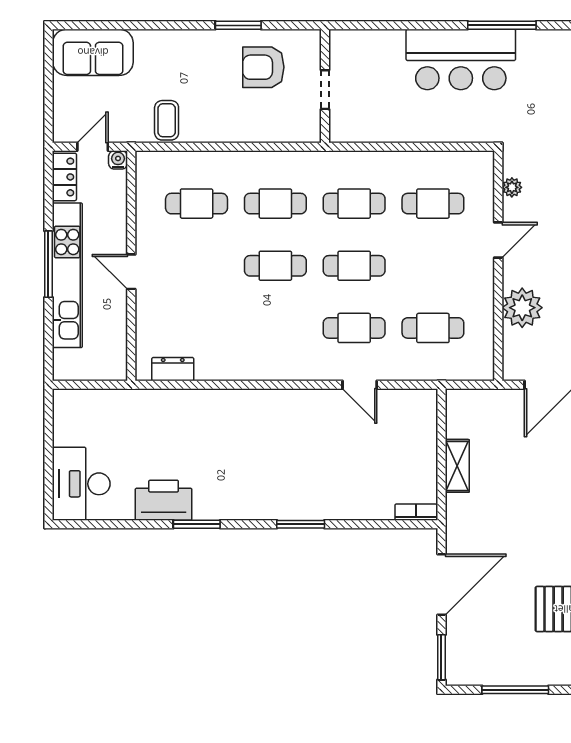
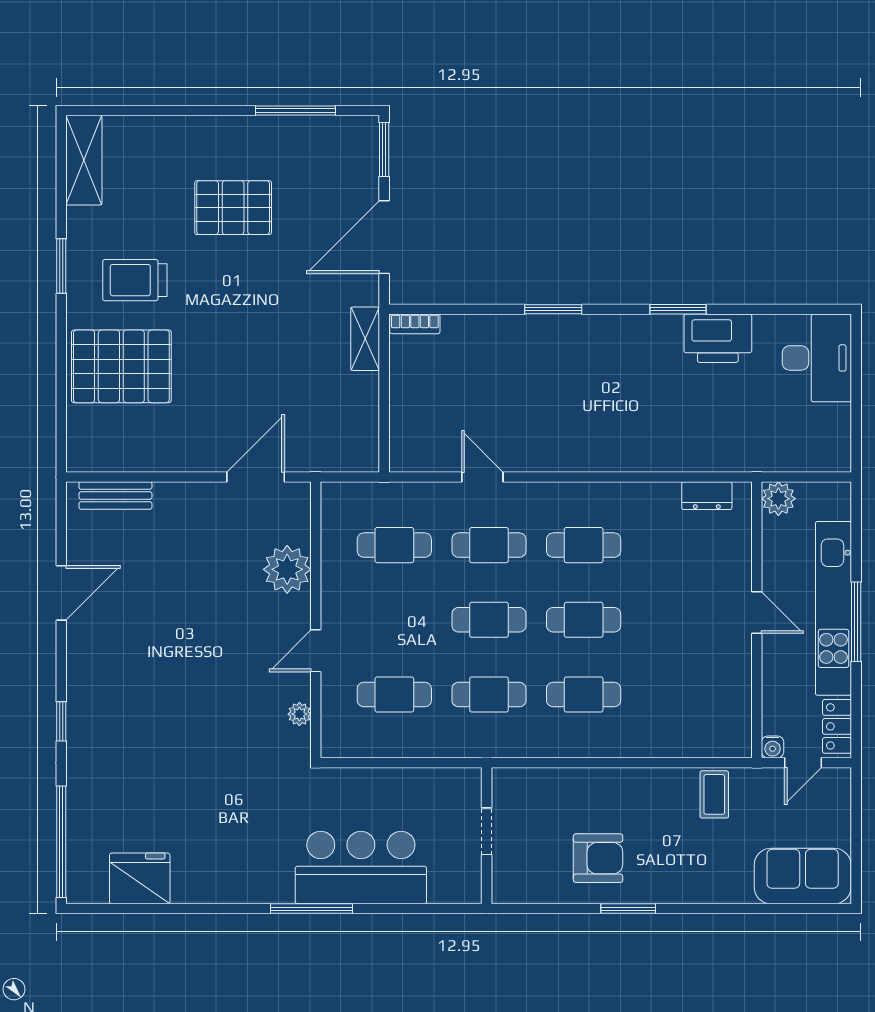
wall: (325, 86) -> (487, 836), moved
doorway: (325, 90) -> (487, 831), moved
cafe table: (197, 204) -> (584, 545), moved
plant: (113, 367) -> (778, 499), added
shelving: (457, 466) -> (365, 339), moved

